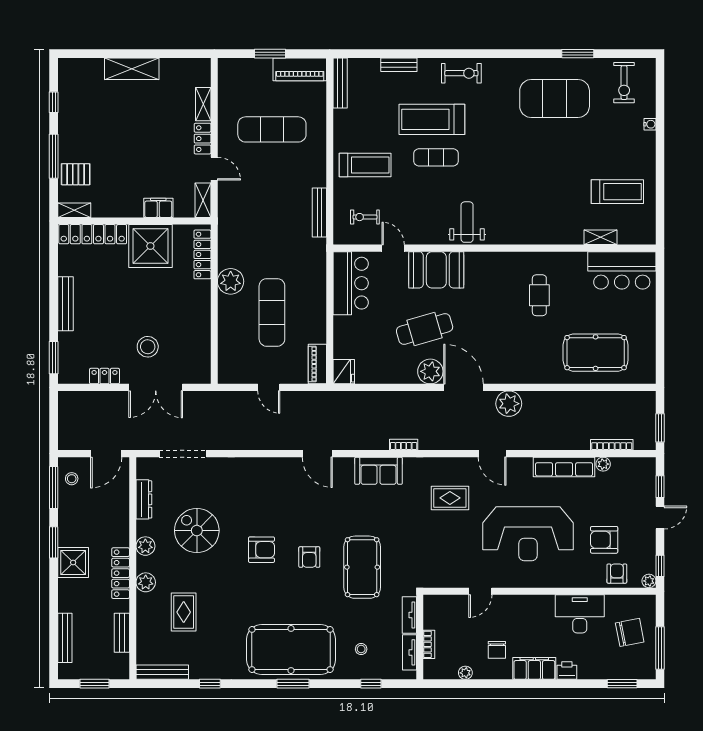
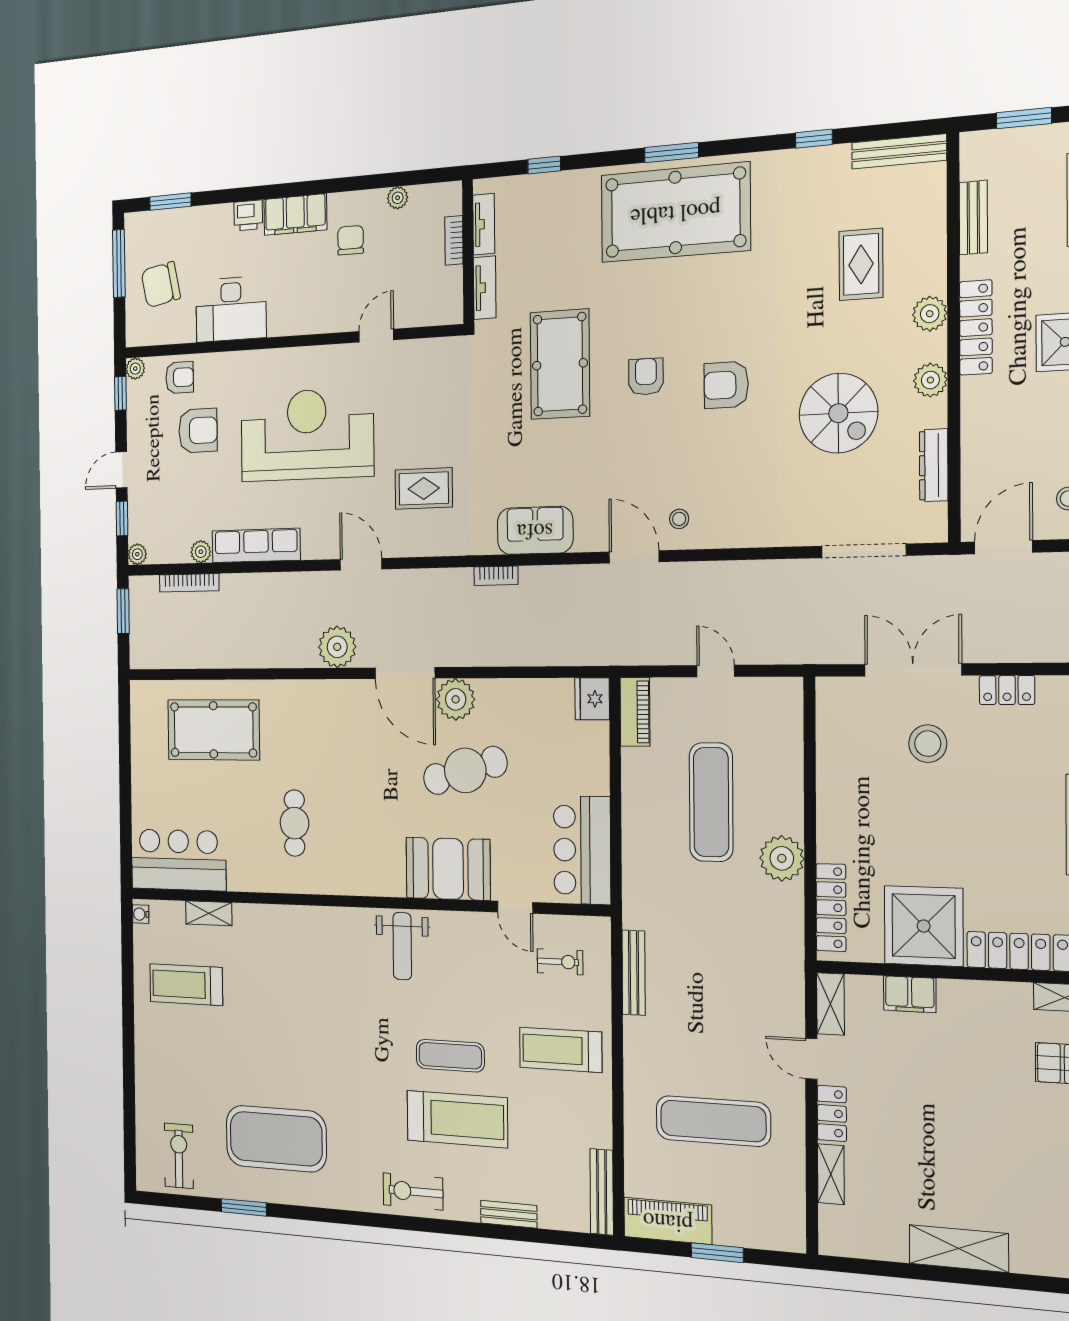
water cooler: (650, 124) -> (141, 914), moved
plant: (649, 464) -> (137, 554), added
armchair: (617, 574) -> (180, 377), turned -90
stool: (361, 649) -> (679, 519), moved

